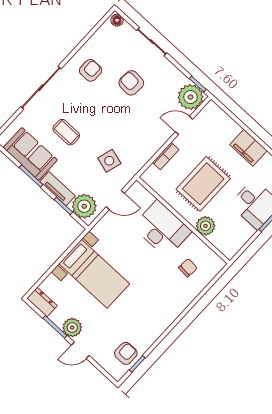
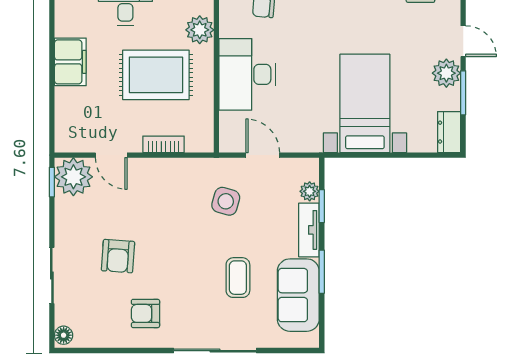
plant: (84, 206) -> (310, 191), width x0.53, depth x0.53

